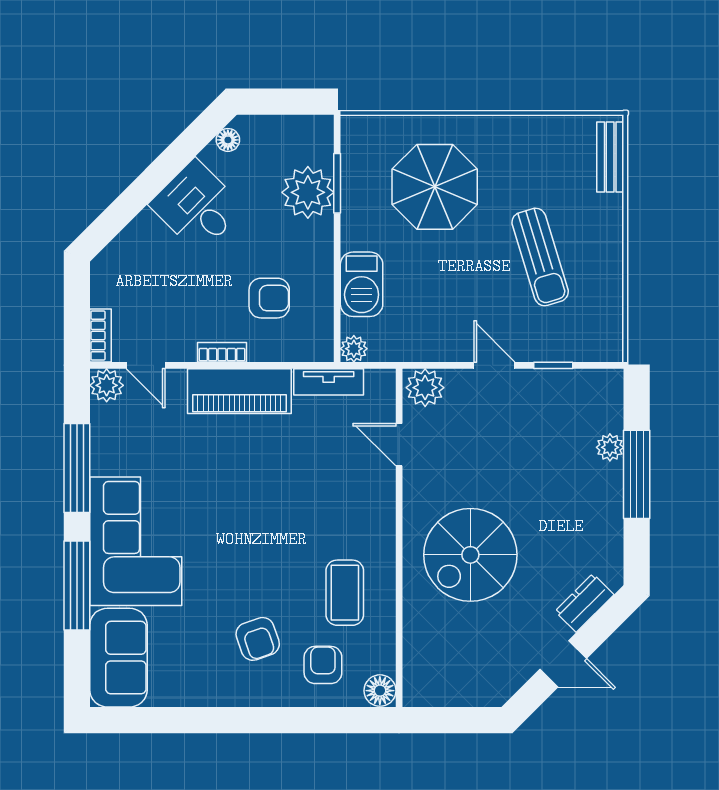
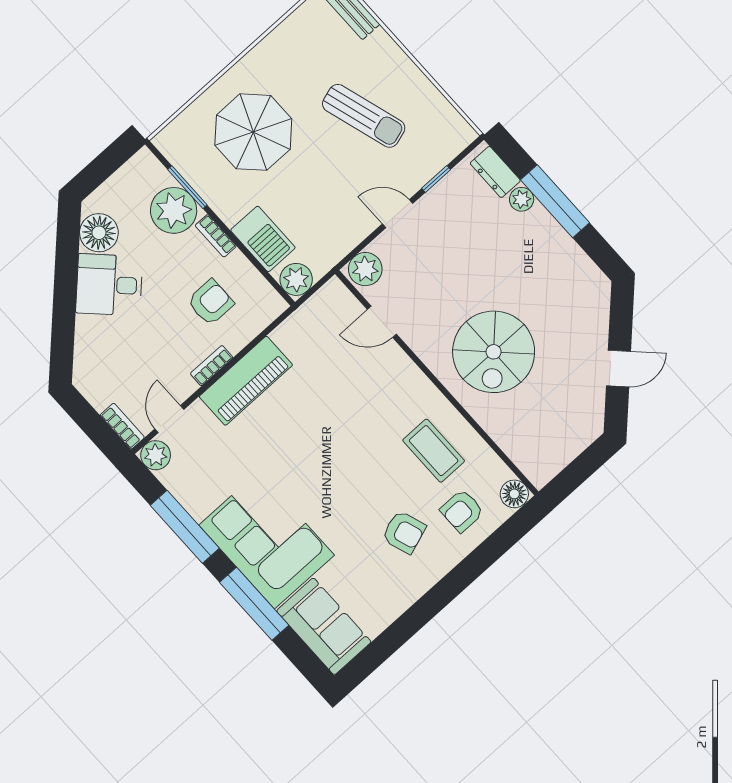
floor lamp: (228, 140) -> (99, 233), width x1.89, depth x1.89
bookcase: (324, 246) -> (216, 236), added
plant: (354, 349) -> (296, 279), width x1.38, depth x1.38
door: (146, 365) -> (169, 419), swing flipped
tv unit: (329, 382) -> (299, 322), removed
dresser: (584, 603) -> (495, 172), moved, turned -45
armchair: (323, 665) -> (462, 511), turned -90

